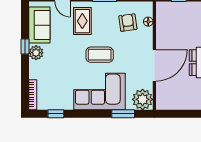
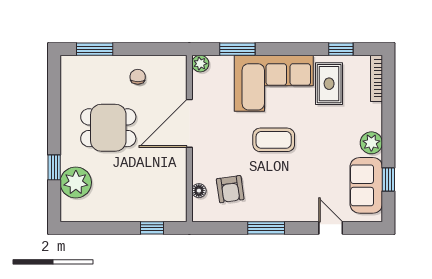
rug: (82, 21) -> (329, 84), moved
window: (25, 47) -> (388, 180), moved
chair: (188, 96) -> (138, 77), added
plant: (143, 99) -> (200, 64), width x0.53, depth x0.53

